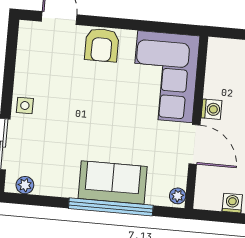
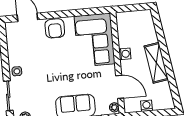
door: (194, 144) -> (120, 87), moved

